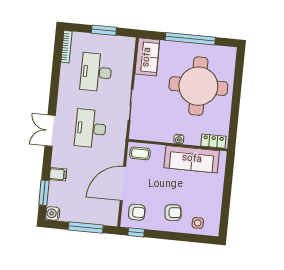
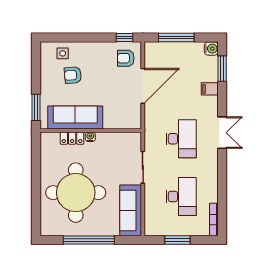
sofa: (147, 57) -> (131, 210), width x1.36
locker: (213, 141) -> (72, 138), moved
coffee table: (140, 153) -> (128, 118), removed
window: (229, 173) -> (36, 107), added
armchair: (173, 213) -> (73, 75), moved

